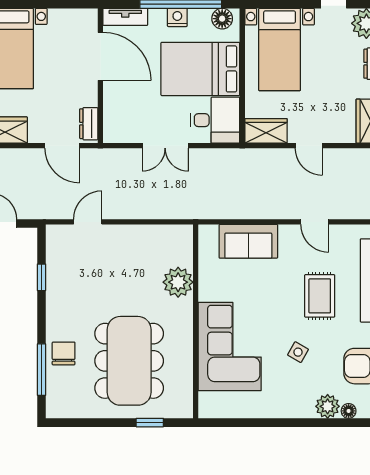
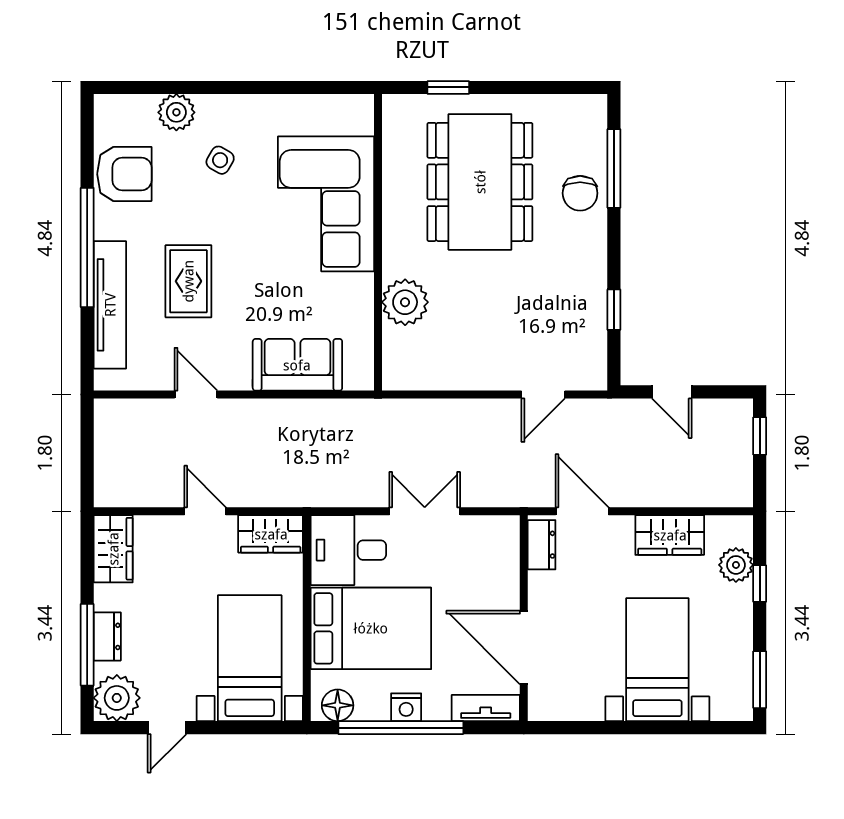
side table: (298, 352) -> (220, 160), moved
floor lamp: (349, 411) -> (144, 105), removed

